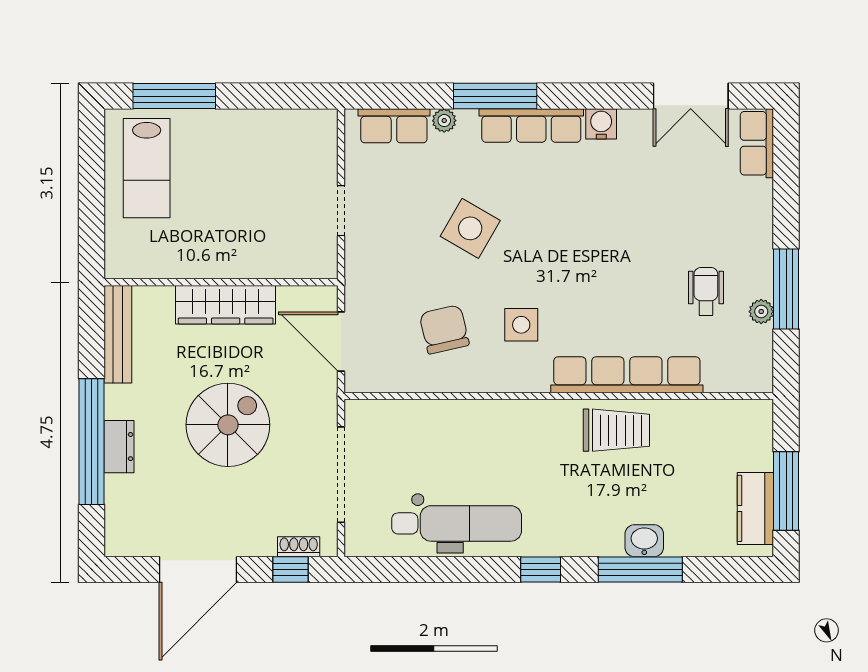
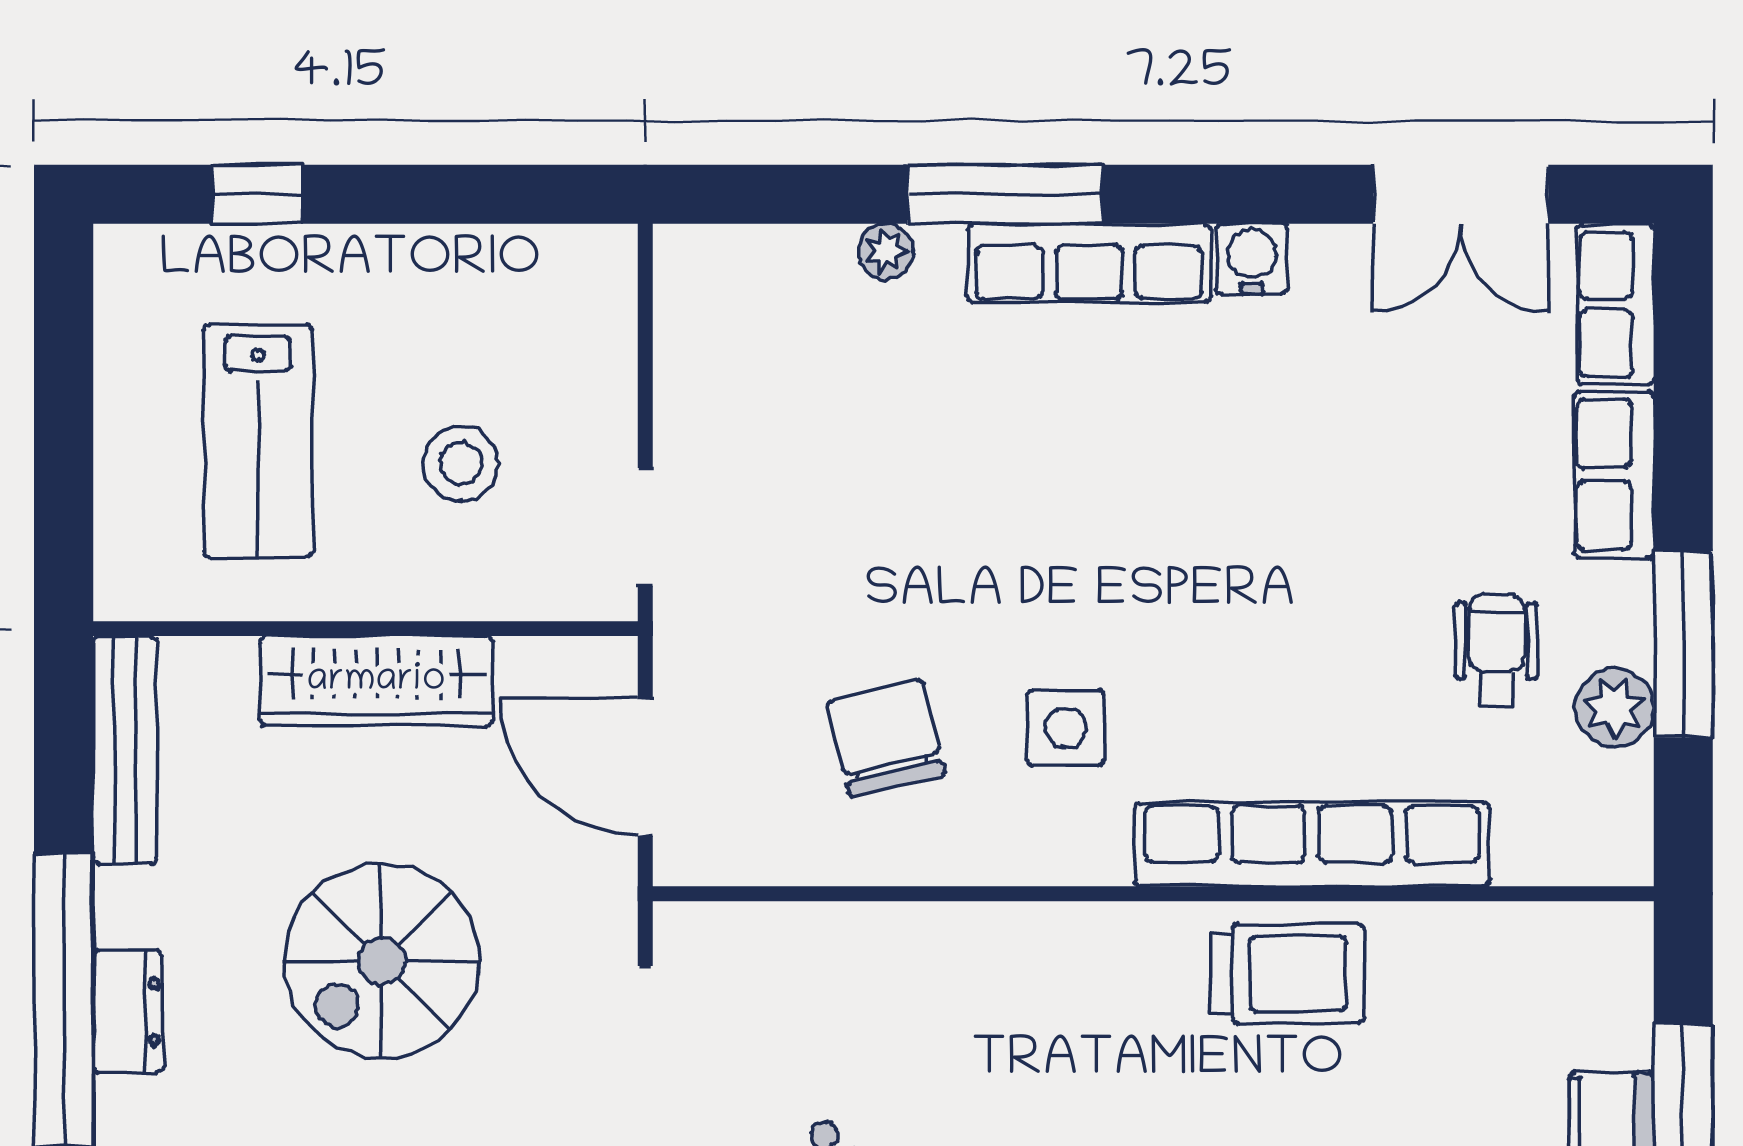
window: (174, 96) -> (257, 194), width x0.46
row of seats: (394, 126) -> (1614, 475), moved, turned 90
lab bench: (147, 168) -> (258, 441), moved
stool: (262, 211) -> (461, 463), added
doorway: (341, 211) -> (645, 527), moved
side table: (470, 228) -> (947, 503), removed
plant: (761, 312) -> (1614, 708), width x1.38, depth x1.38
spiral stairs: (228, 425) -> (382, 961), turned 180

